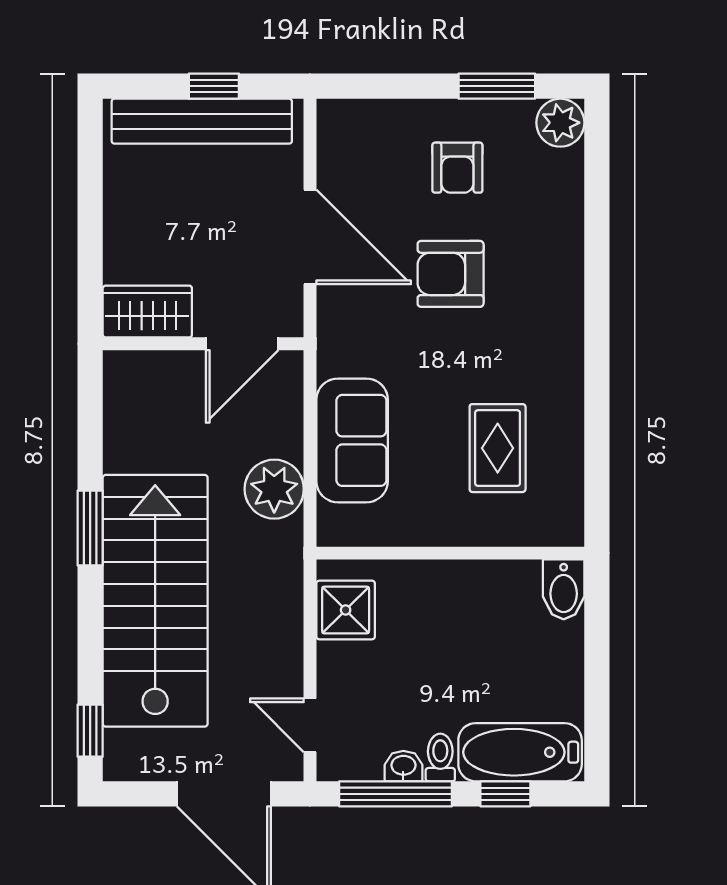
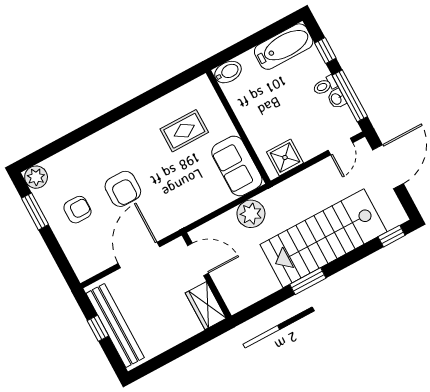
sofa: (352, 440) -> (237, 166), moved, turned -90
bathtub: (520, 752) -> (284, 47), moved, turned -90

